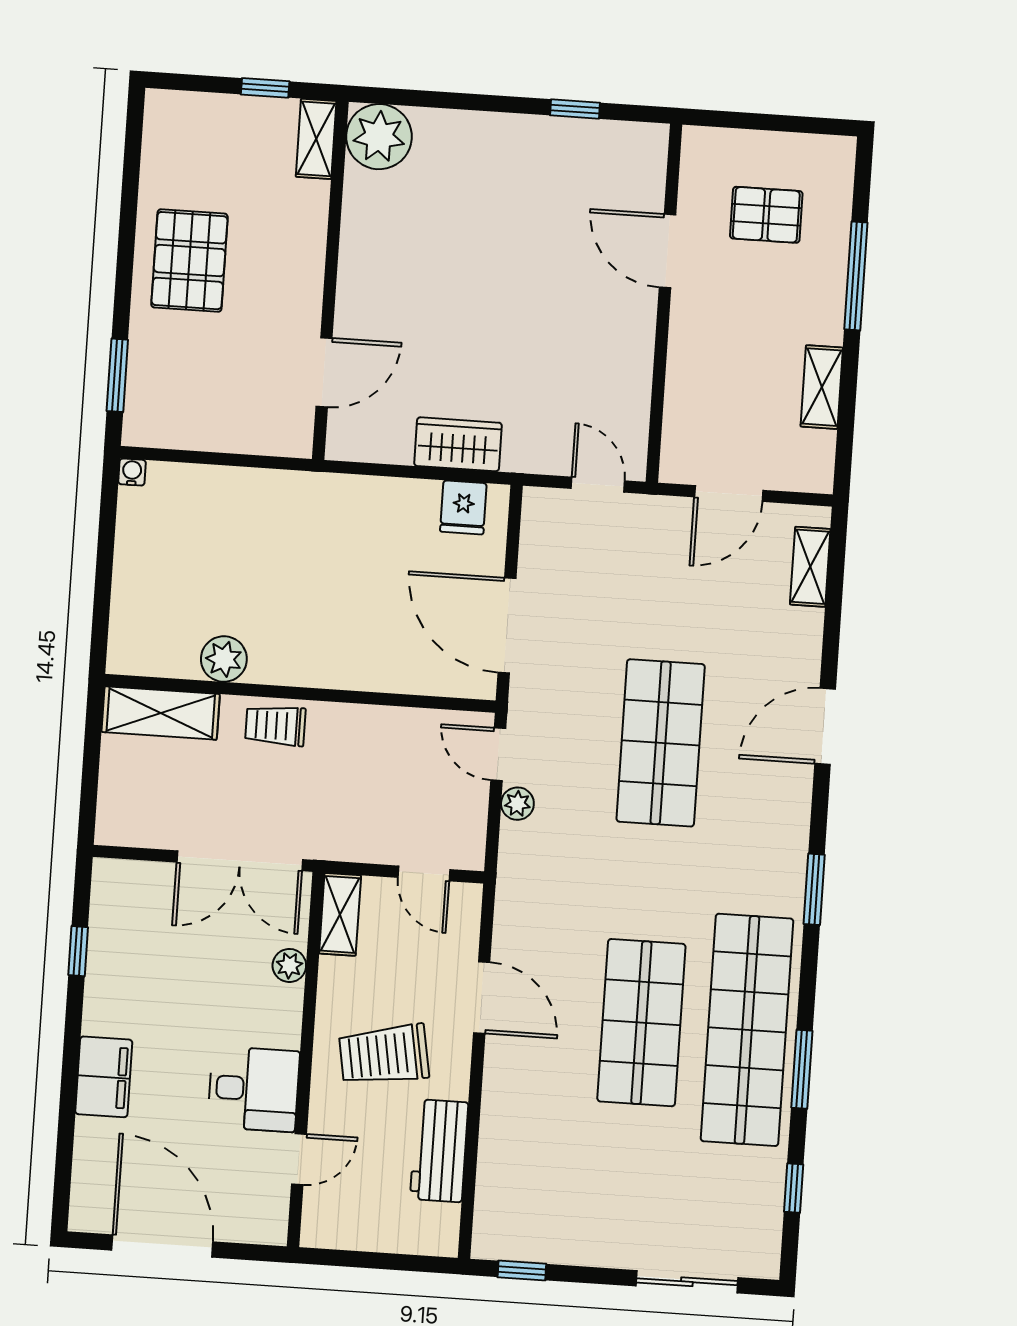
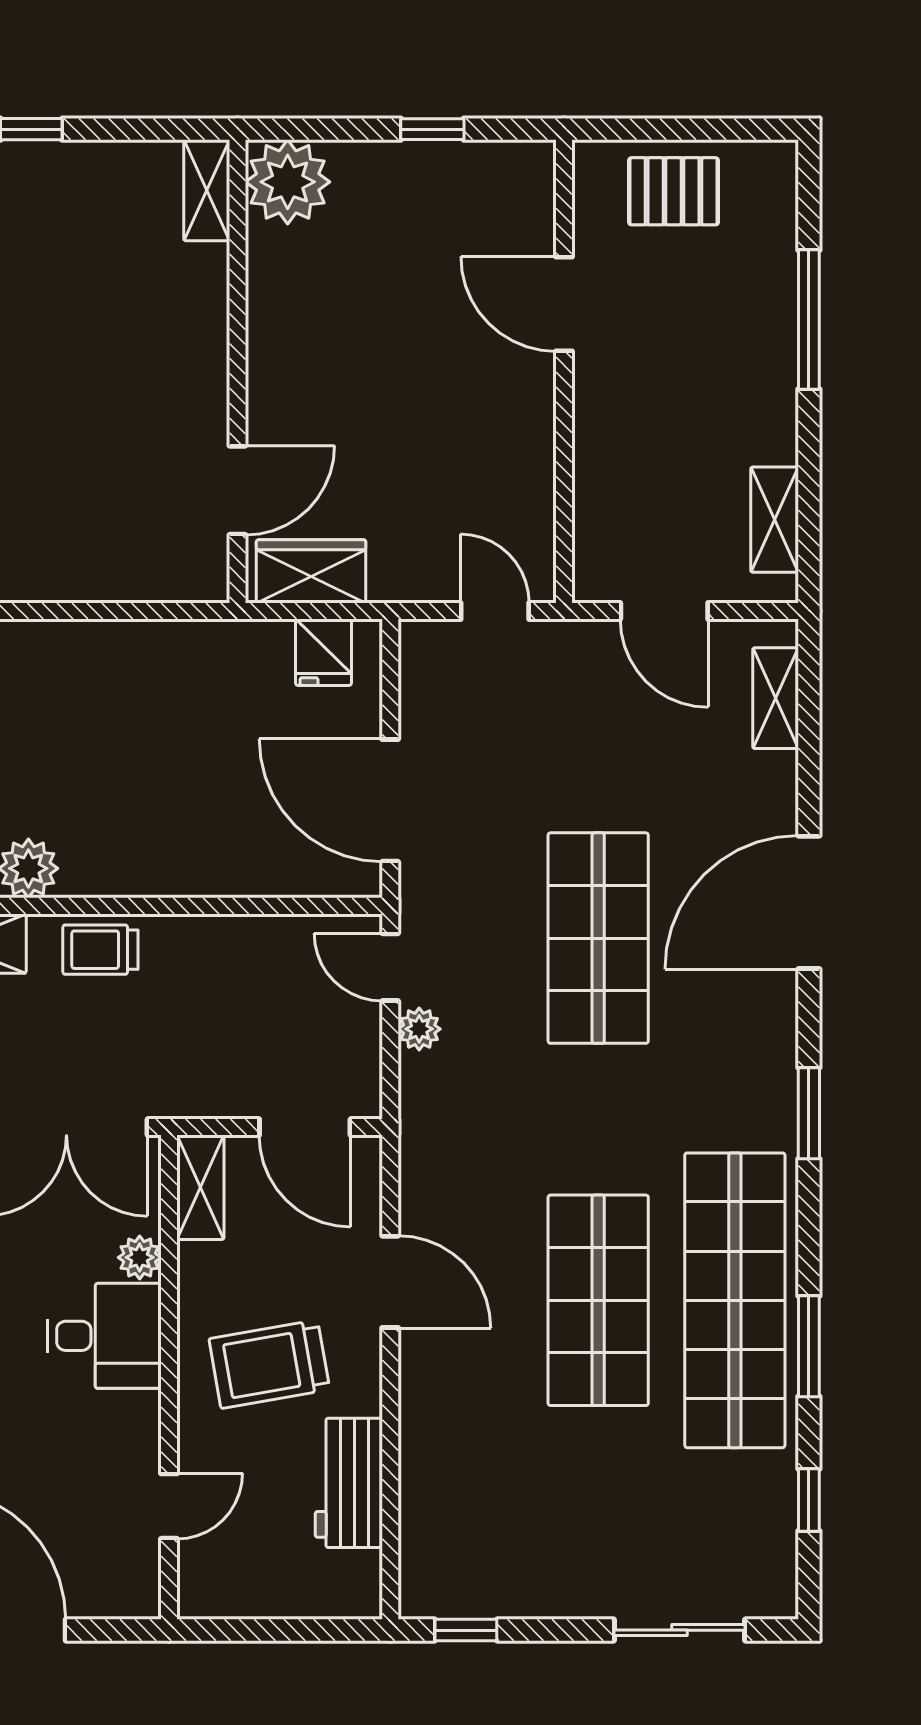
plant: (379, 137) -> (288, 182), moved
shelving: (316, 139) -> (207, 190), moved
pallet: (766, 215) -> (674, 191), moved
wall: (330, 280) -> (237, 371), moved
door: (324, 372) -> (237, 490), moved
shelving: (822, 387) -> (775, 520), moved
door: (729, 494) -> (664, 611), hinge flipped
door: (825, 726) -> (809, 902), width x1.36
door: (424, 873) -> (305, 1127), width x1.38
desk: (254, 1089) -> (104, 1336), moved

